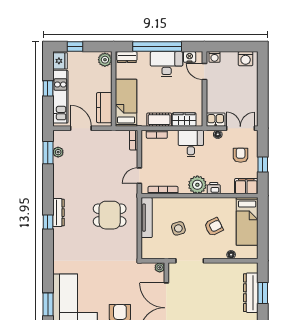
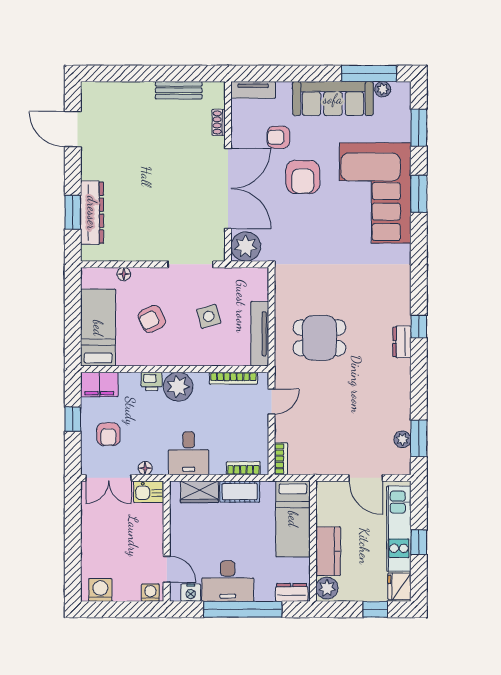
kitchen counter: (104, 108) -> (328, 551), moved
dresser: (58, 213) -> (402, 342), width x0.70
plant: (160, 267) -> (246, 247), width x1.87, depth x1.87

